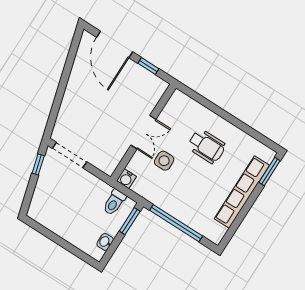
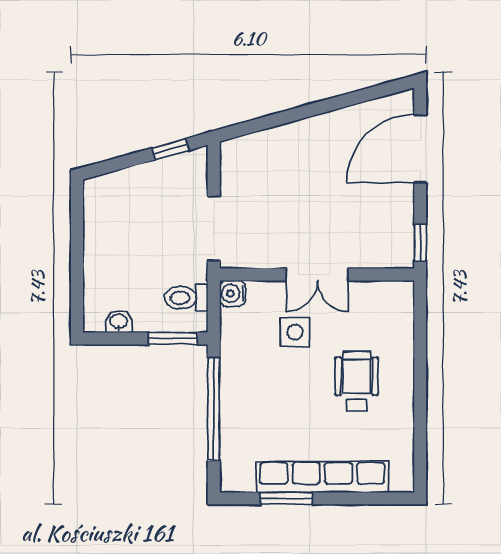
window: (148, 66) -> (420, 243), moved
wheelchair: (207, 146) -> (357, 381), turned 180
doorway: (70, 155) -> (214, 229), moved
window: (269, 171) -> (286, 498), moved

